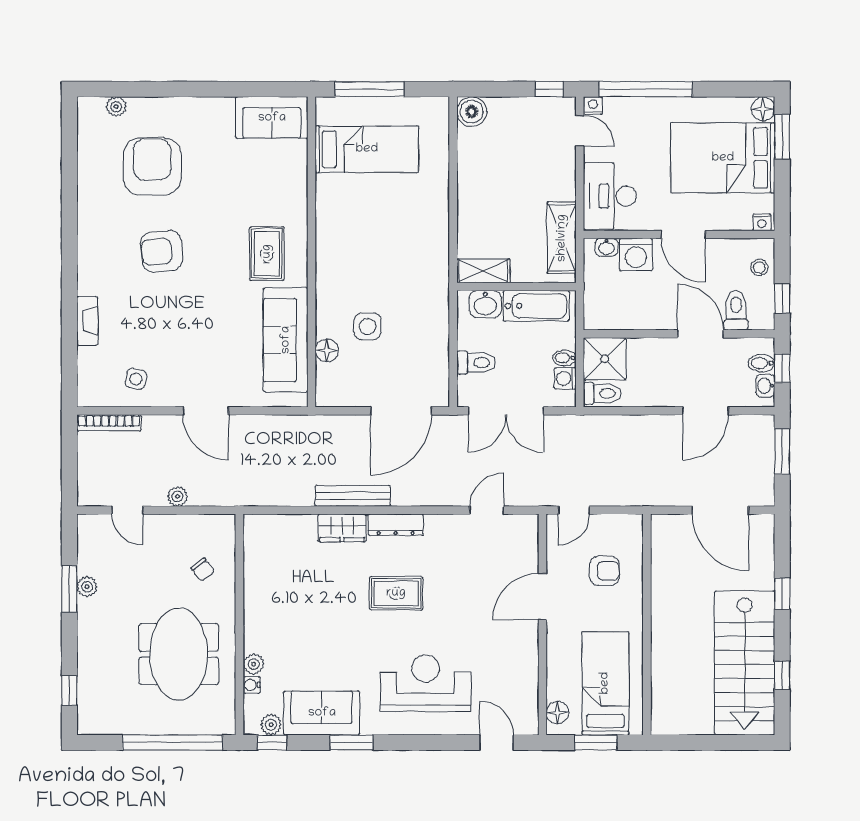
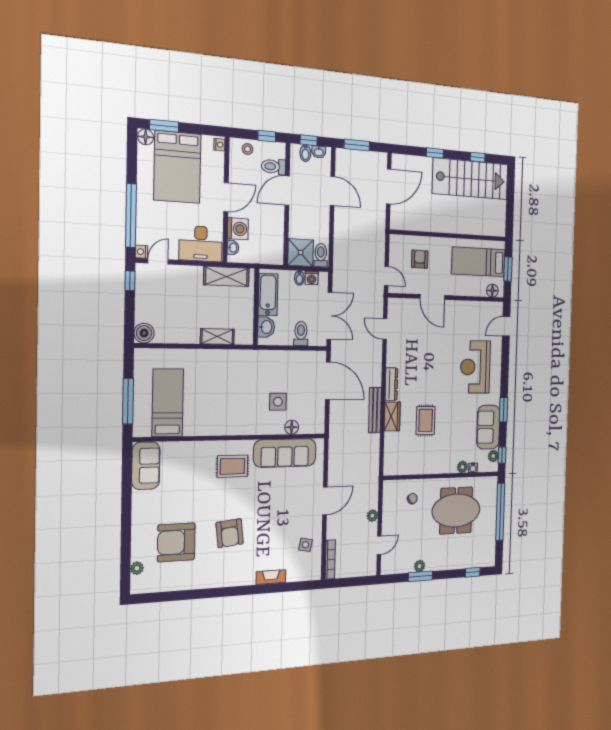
shelving: (483, 271) -> (217, 337), moved, turned 90
rug: (396, 593) -> (426, 420), moved

